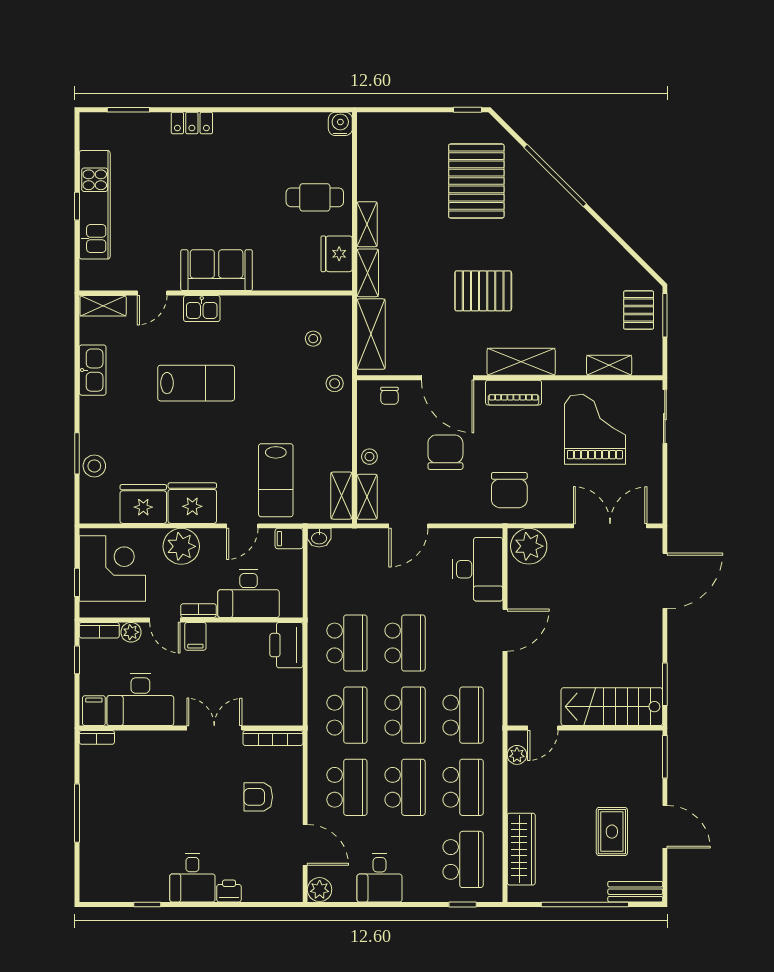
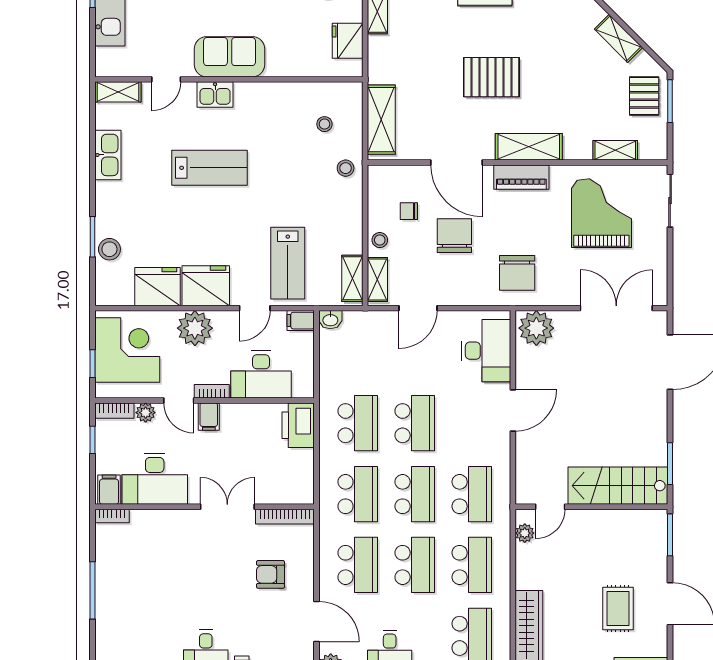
shelving: (368, 273) -> (618, 38), moved, turned -45
chair: (389, 396) -> (409, 211), moved, turned 90

